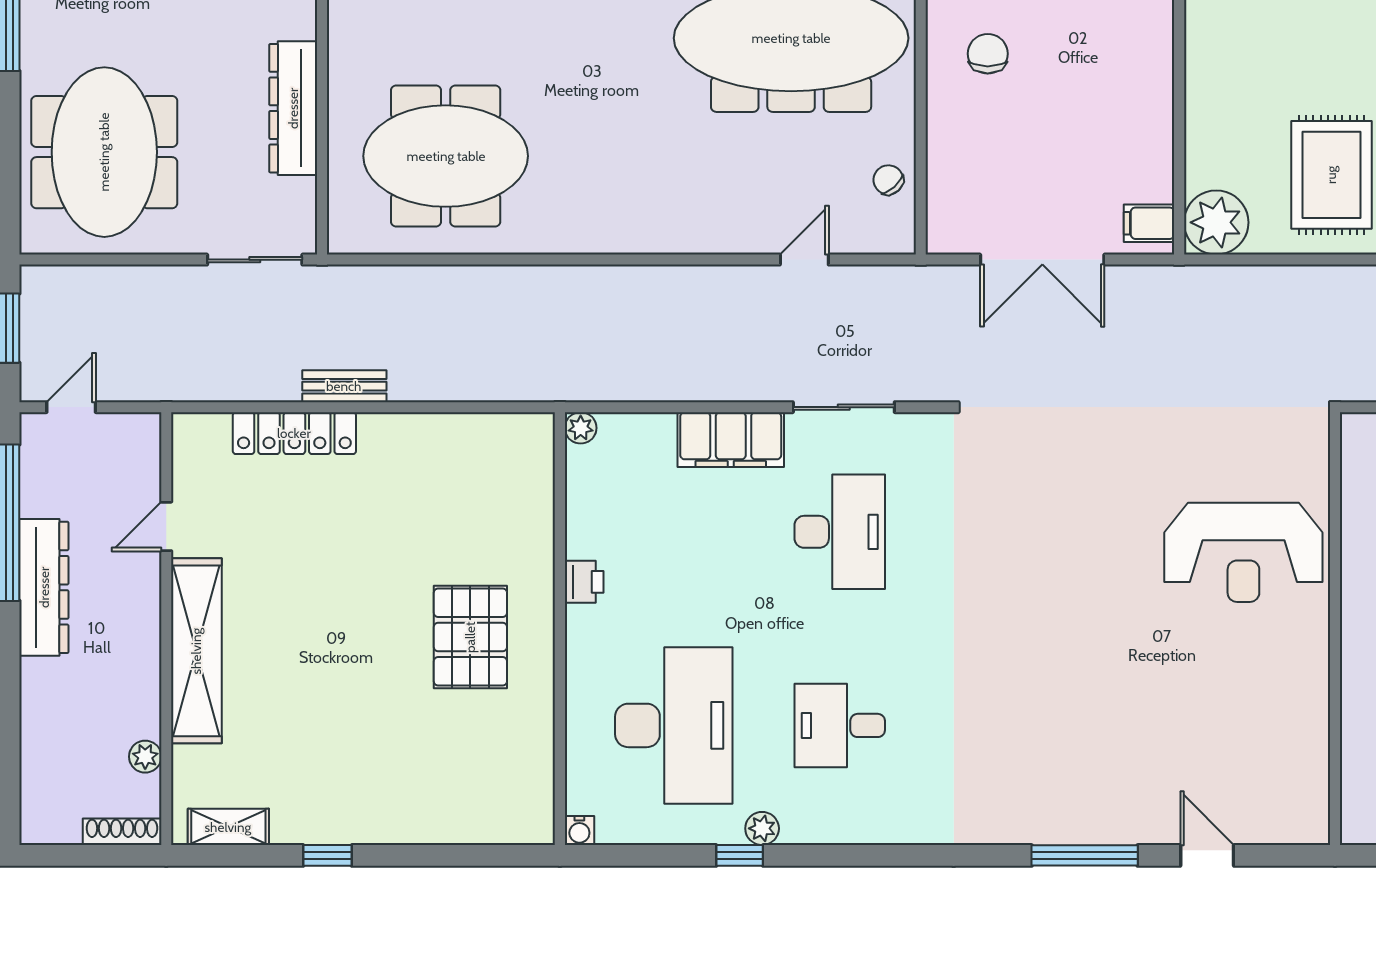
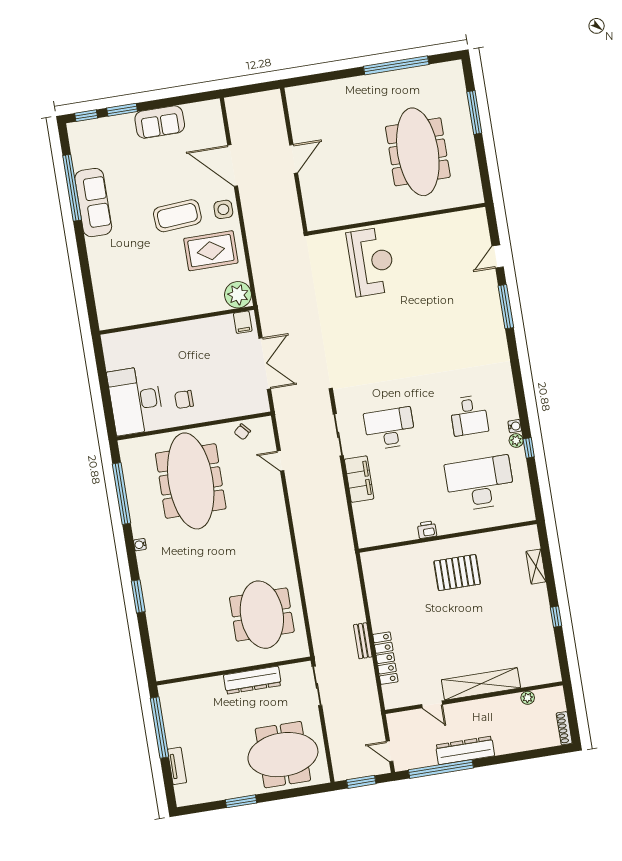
plant: (581, 428) -> (364, 541), removed
shelving: (228, 827) -> (536, 567), moved
water cooler: (579, 831) -> (515, 426), moved
shoe rack: (122, 832) -> (564, 728), moved

